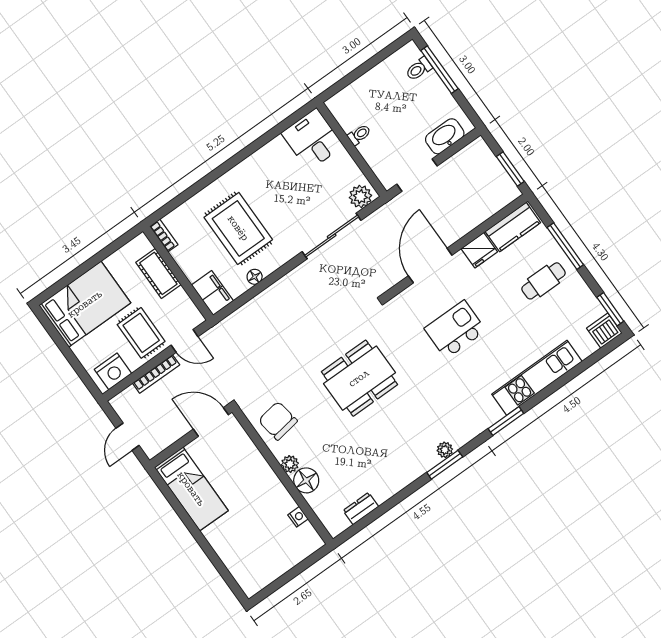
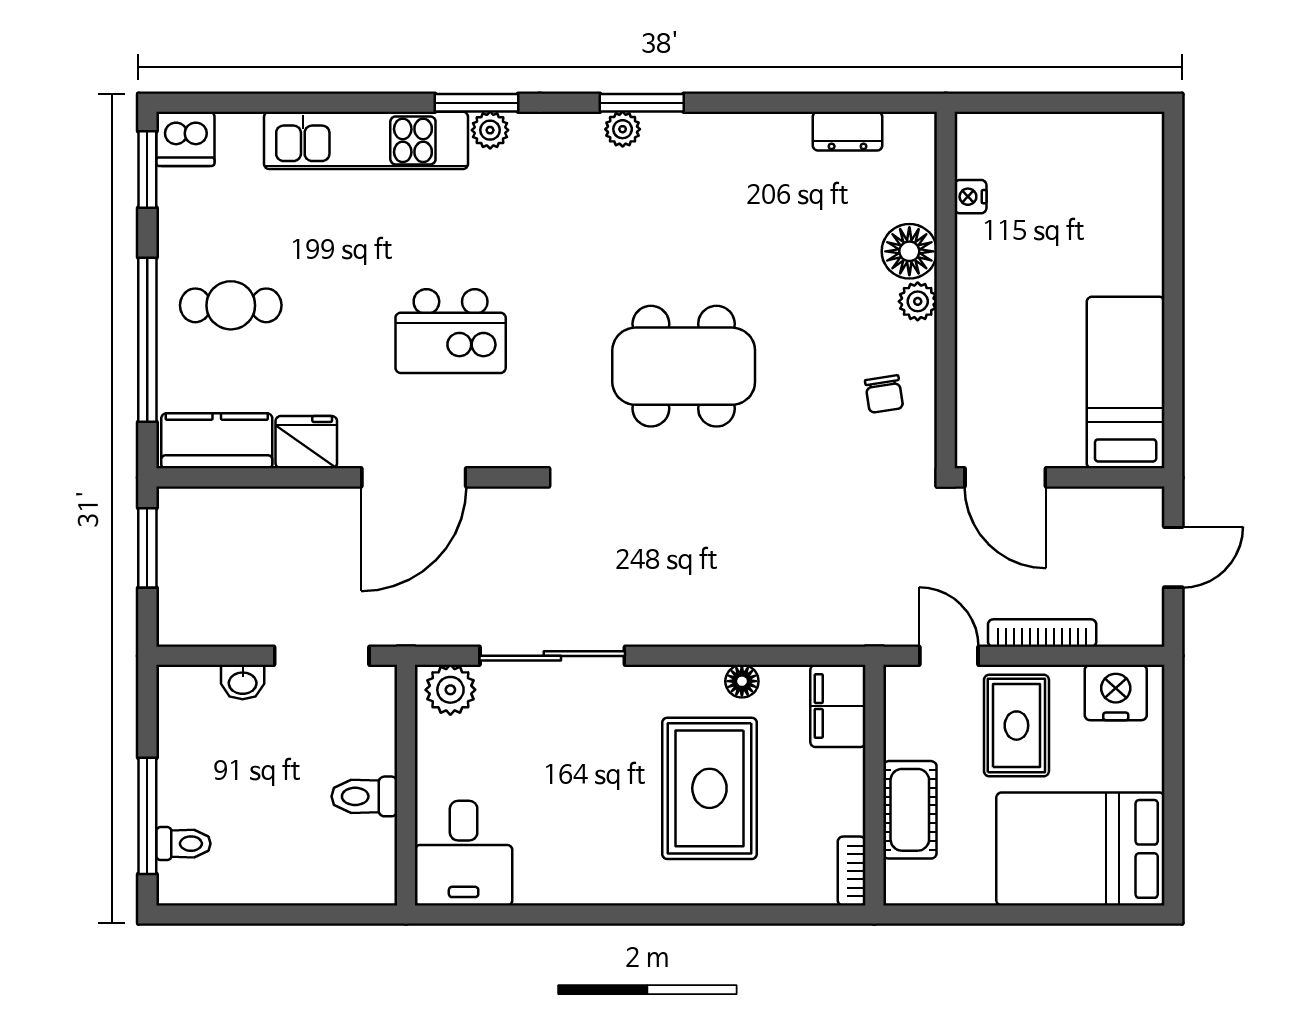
toilet: (359, 135) -> (364, 796), width x1.37, depth x1.39
washbasin: (445, 136) -> (243, 682), width x0.52, depth x0.69
window: (565, 246) -> (147, 340), width x1.46
plant: (494, 414) -> (490, 130), added
chair: (278, 421) -> (884, 394), width x0.54, depth x0.54

